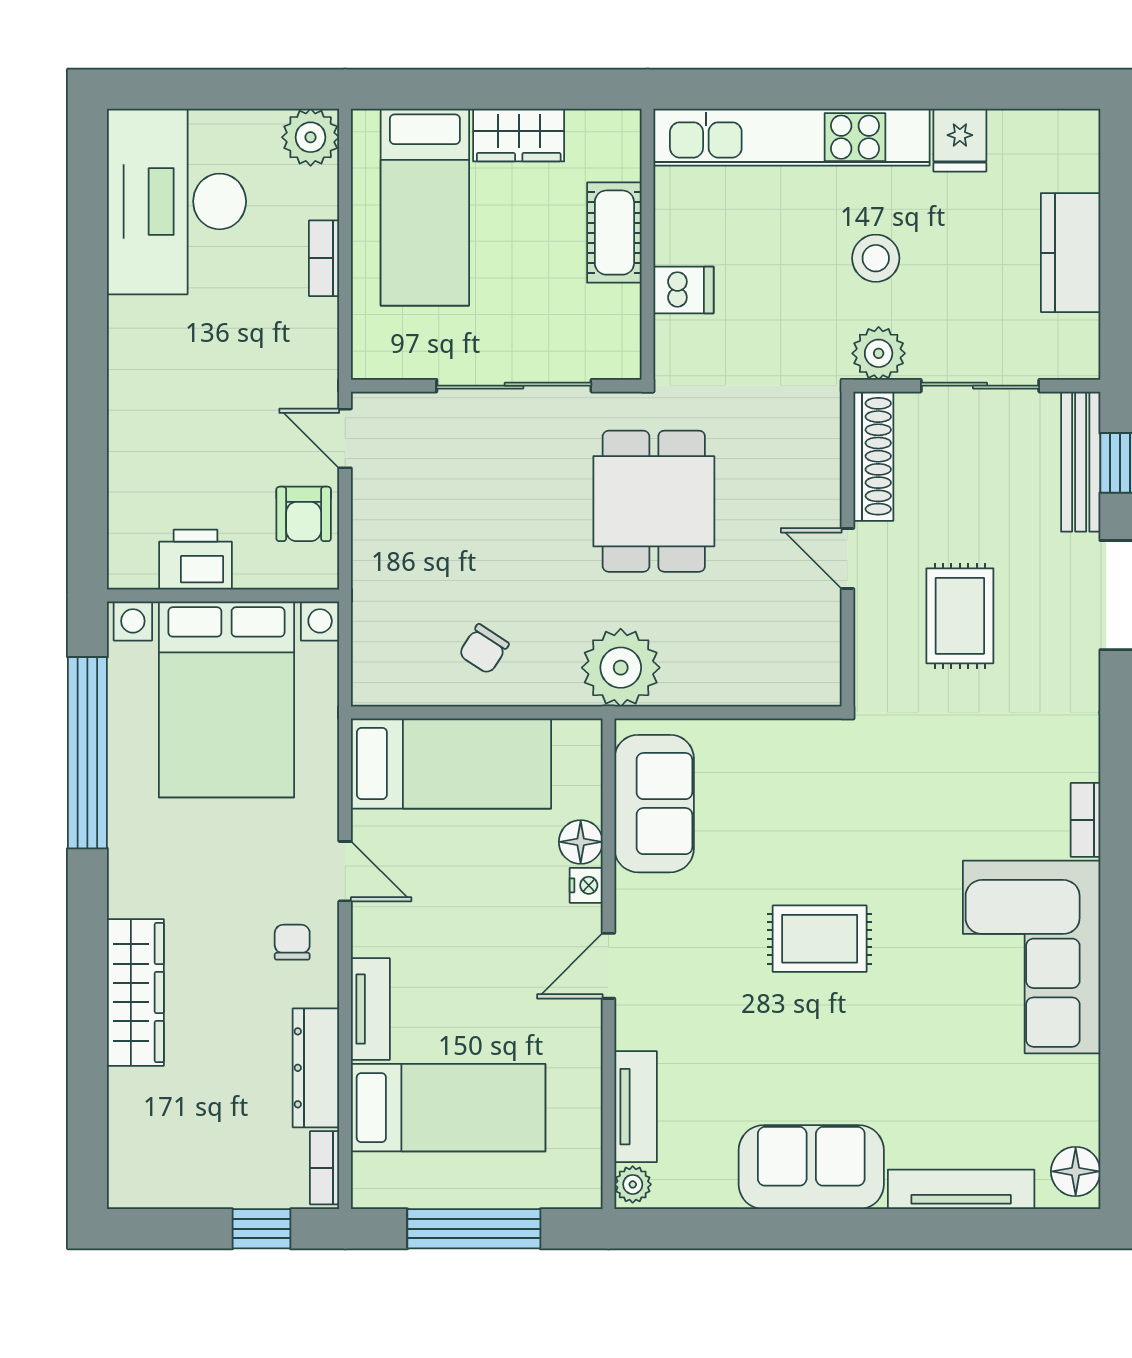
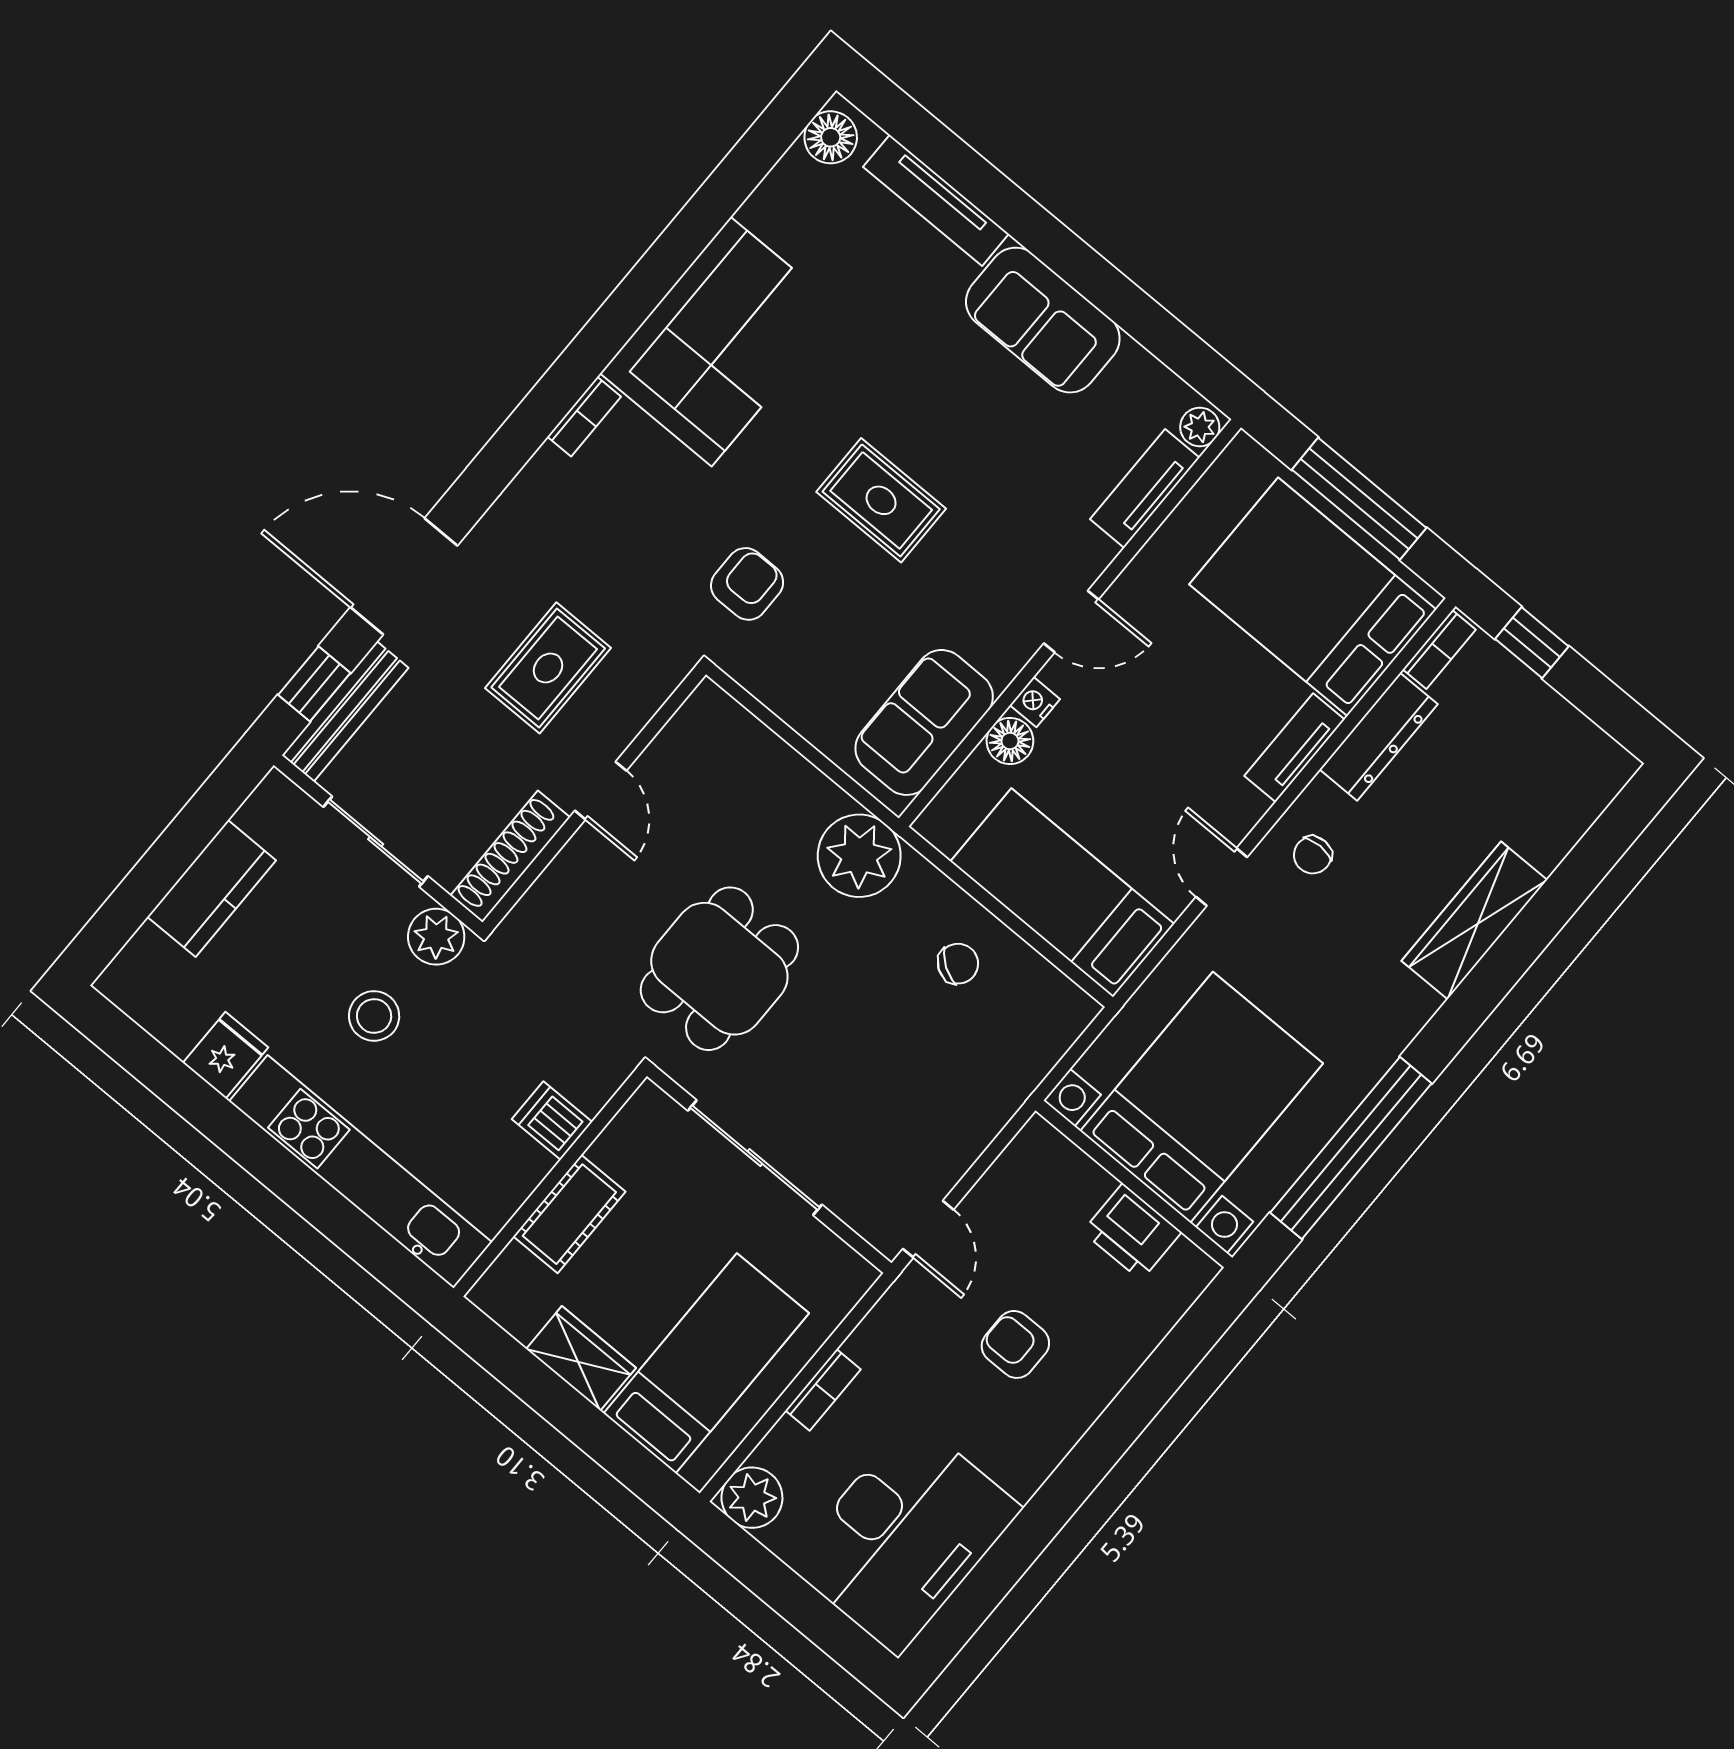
armchair: (304, 514) -> (1015, 1344), moved, turned -90
armchair: (866, 797) -> (747, 584), added
bed: (448, 1108) -> (1313, 597), width x1.50

